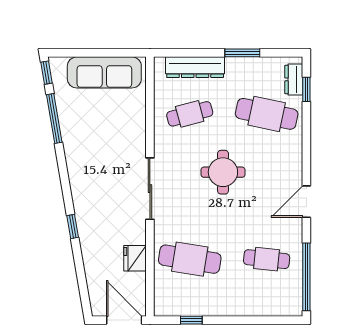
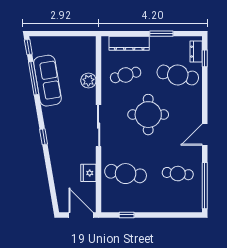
sofa: (104, 72) -> (47, 81), moved, turned -100
plant: (135, 122) -> (88, 81), added
round table: (223, 172) -> (148, 115), width x1.36, depth x1.36
window: (73, 226) -> (44, 137), moved

